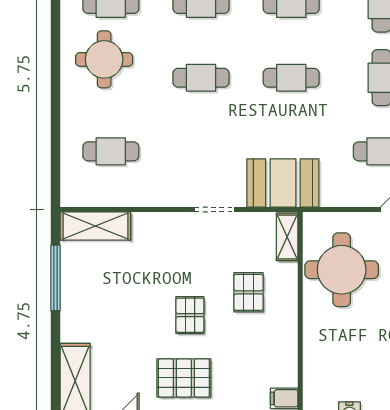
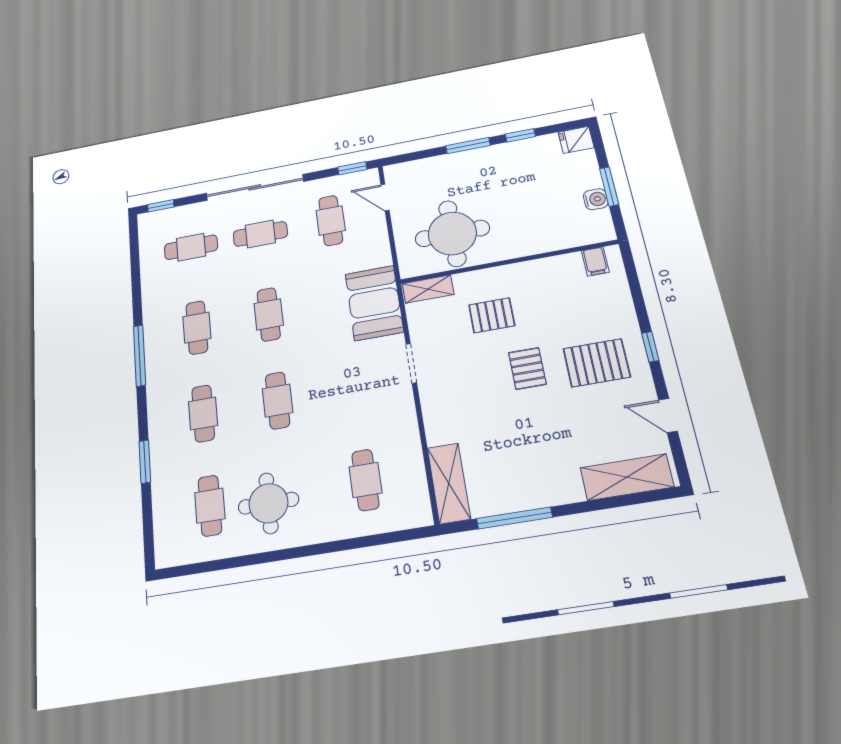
pallet: (190, 315) -> (527, 368), turned 90
pallet: (184, 378) -> (597, 363), turned 90

